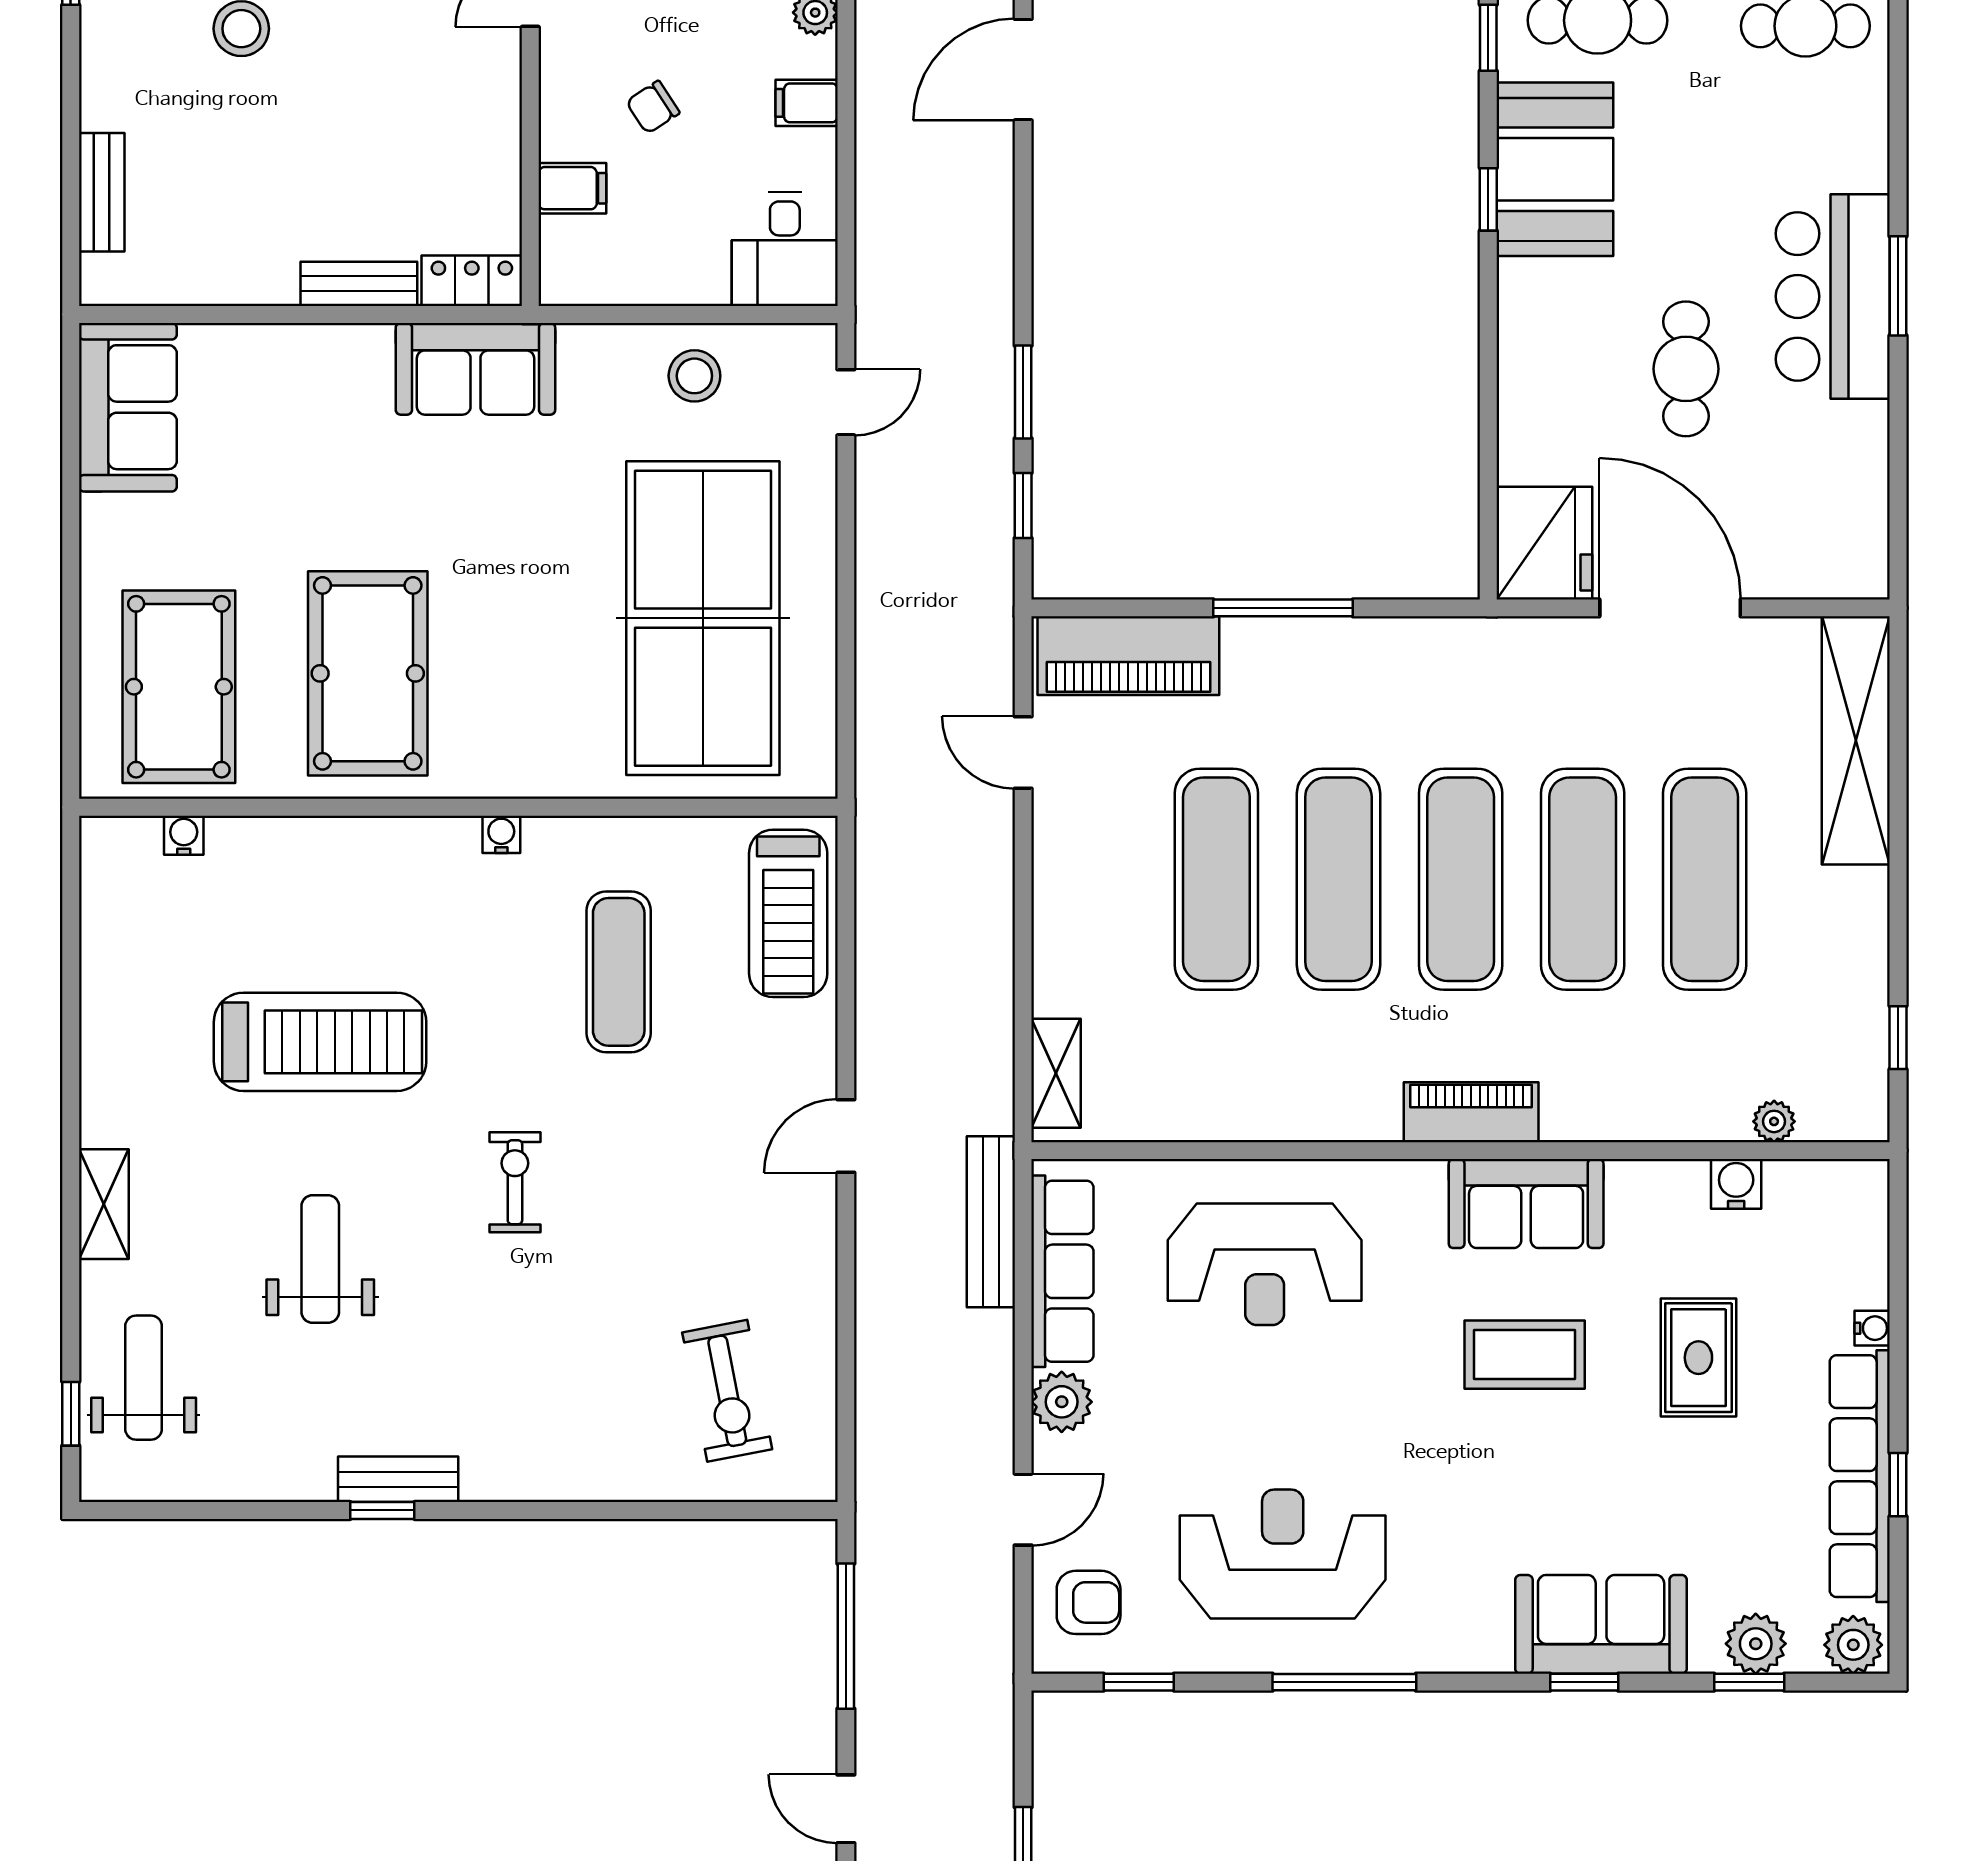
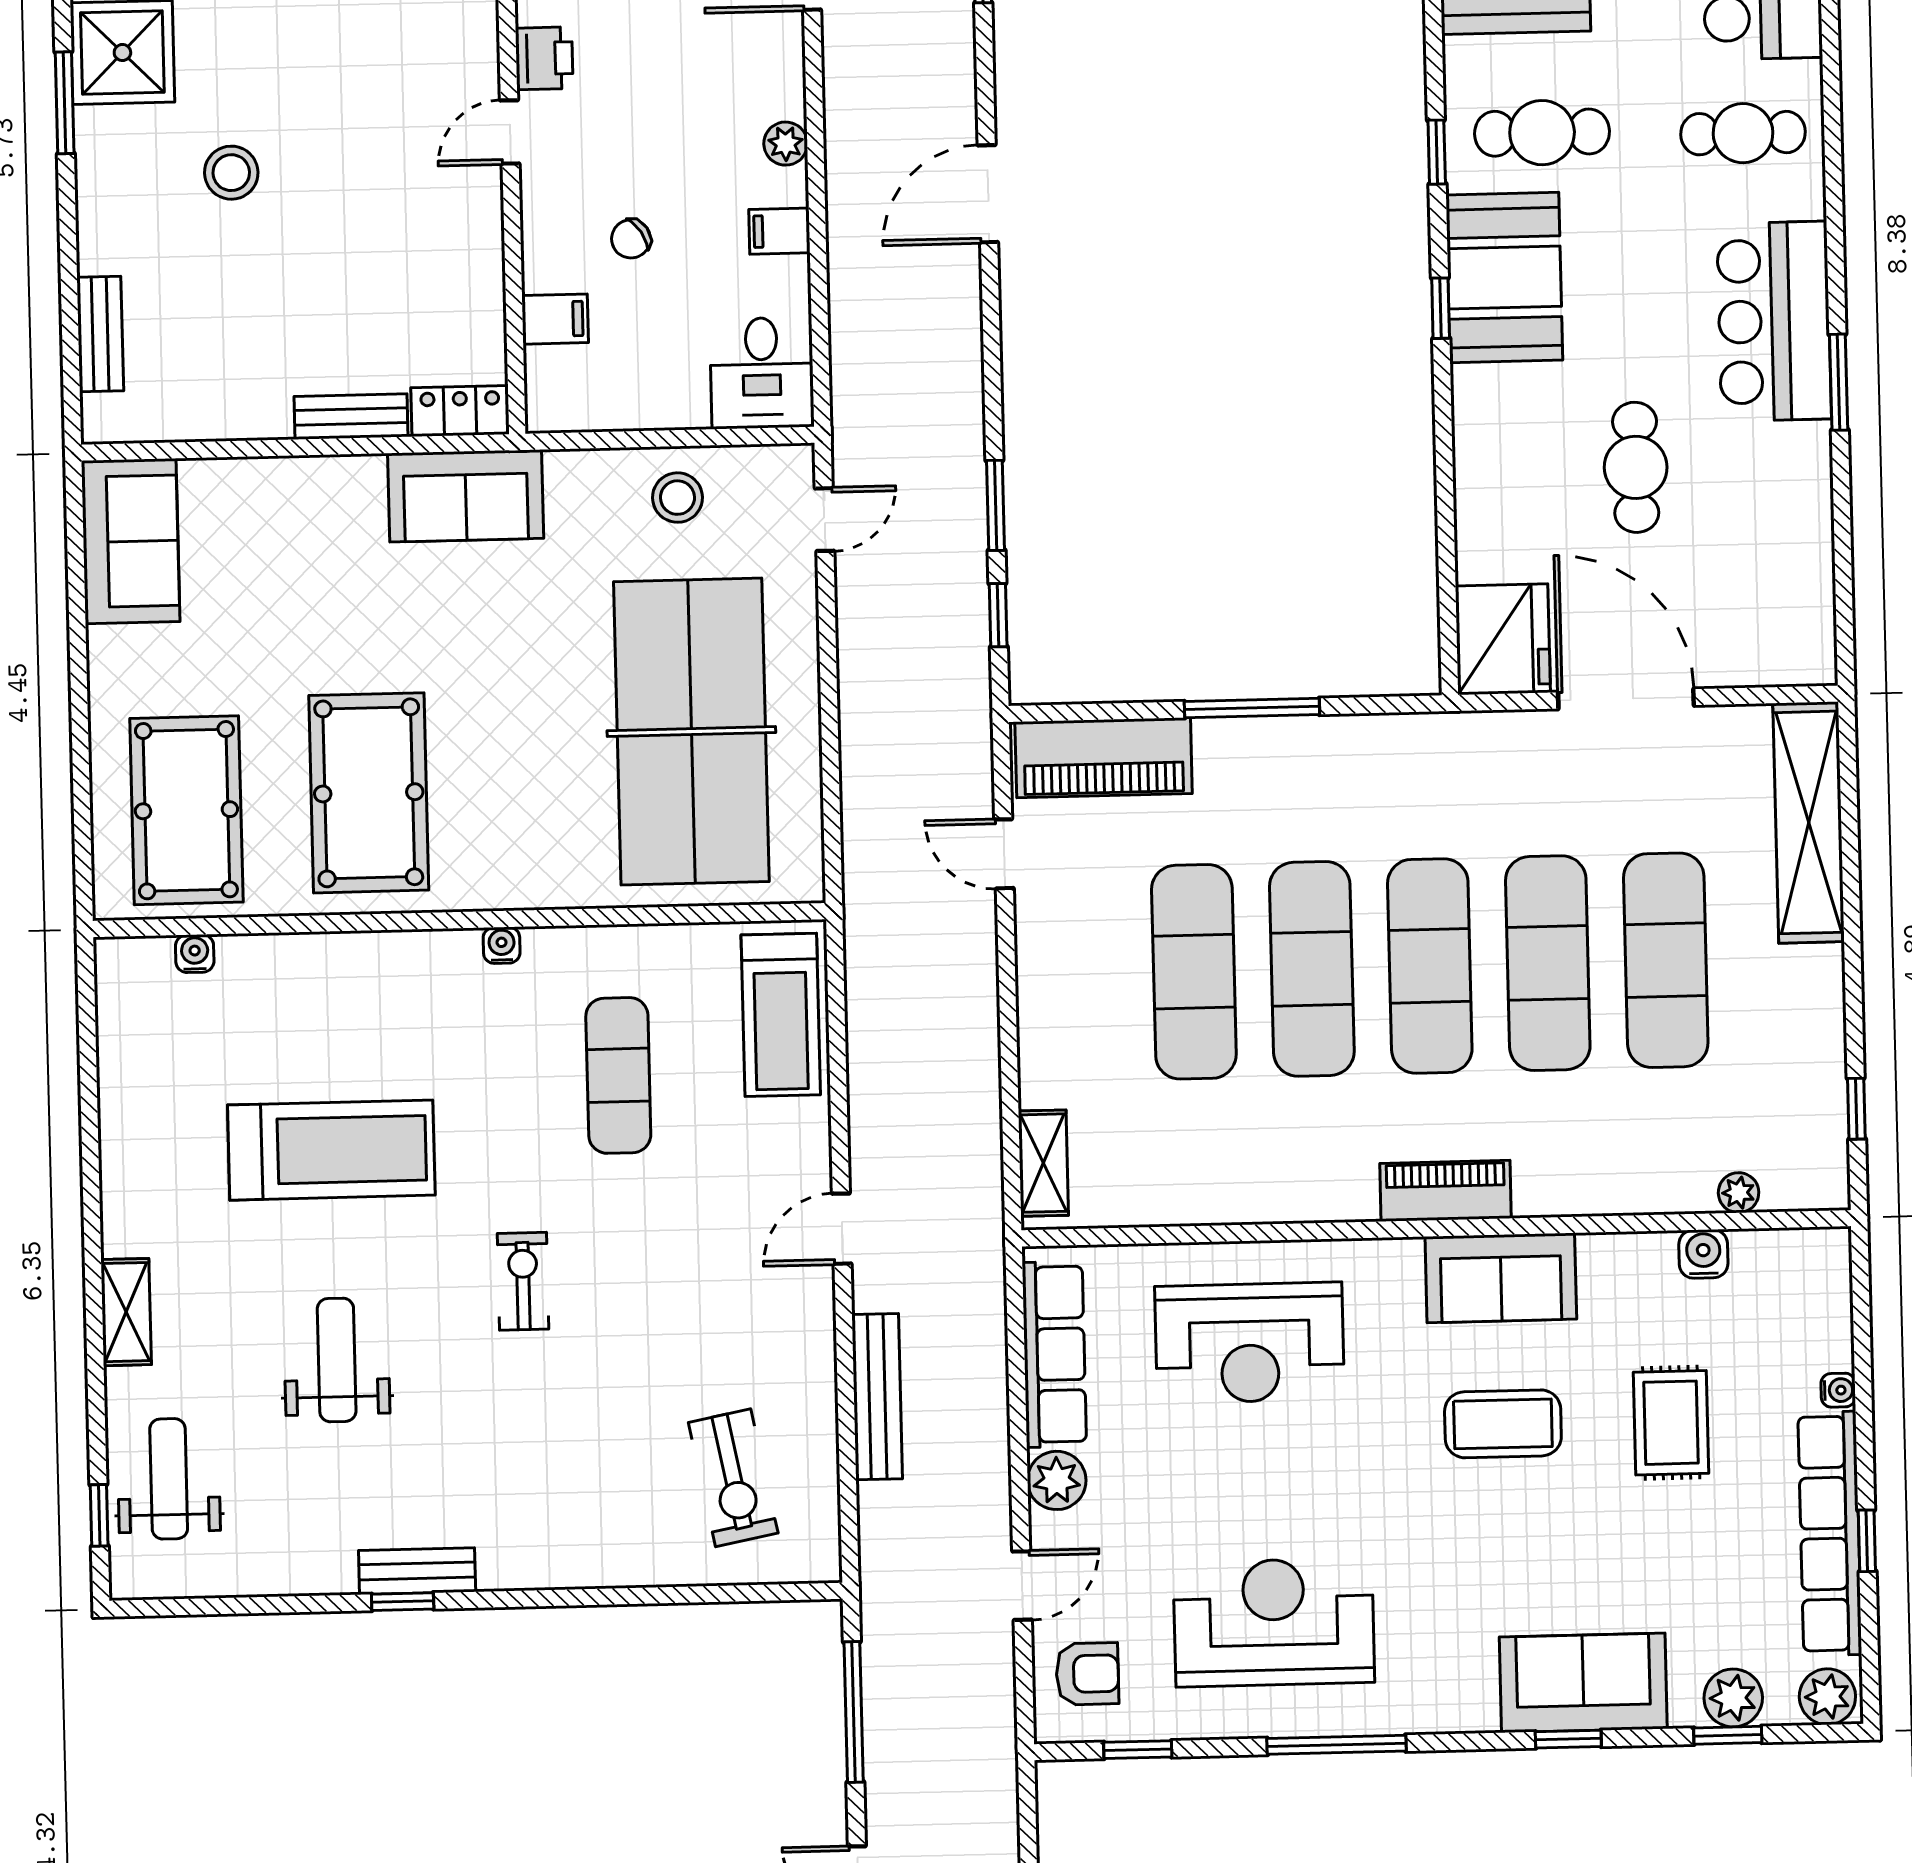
bar counter: (1833, 296) -> (1774, 321), moved
bench: (991, 1222) -> (877, 1397), moved

